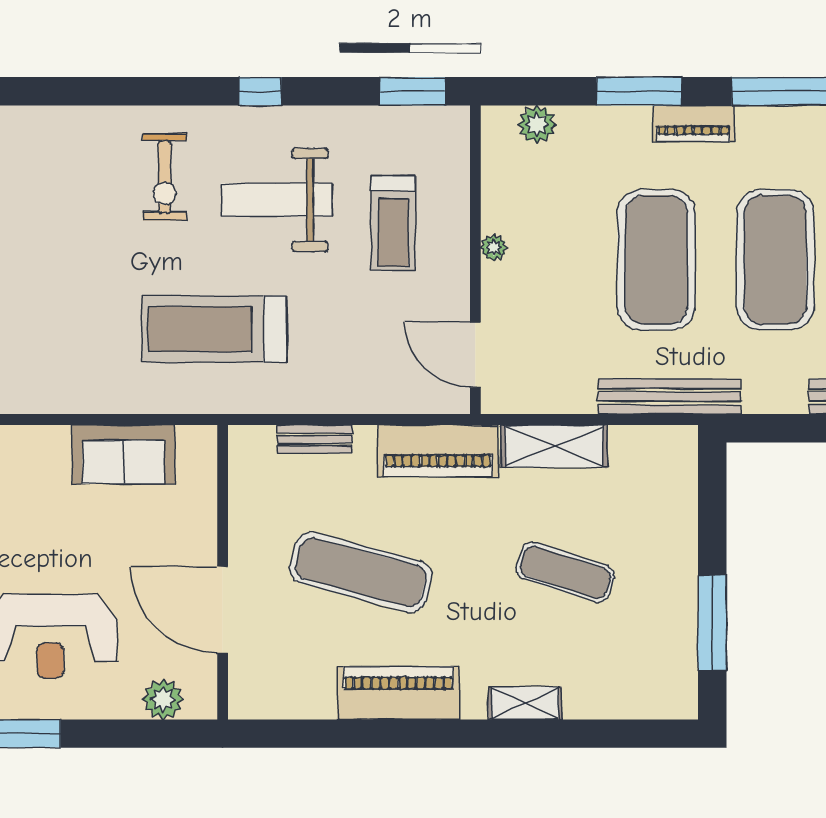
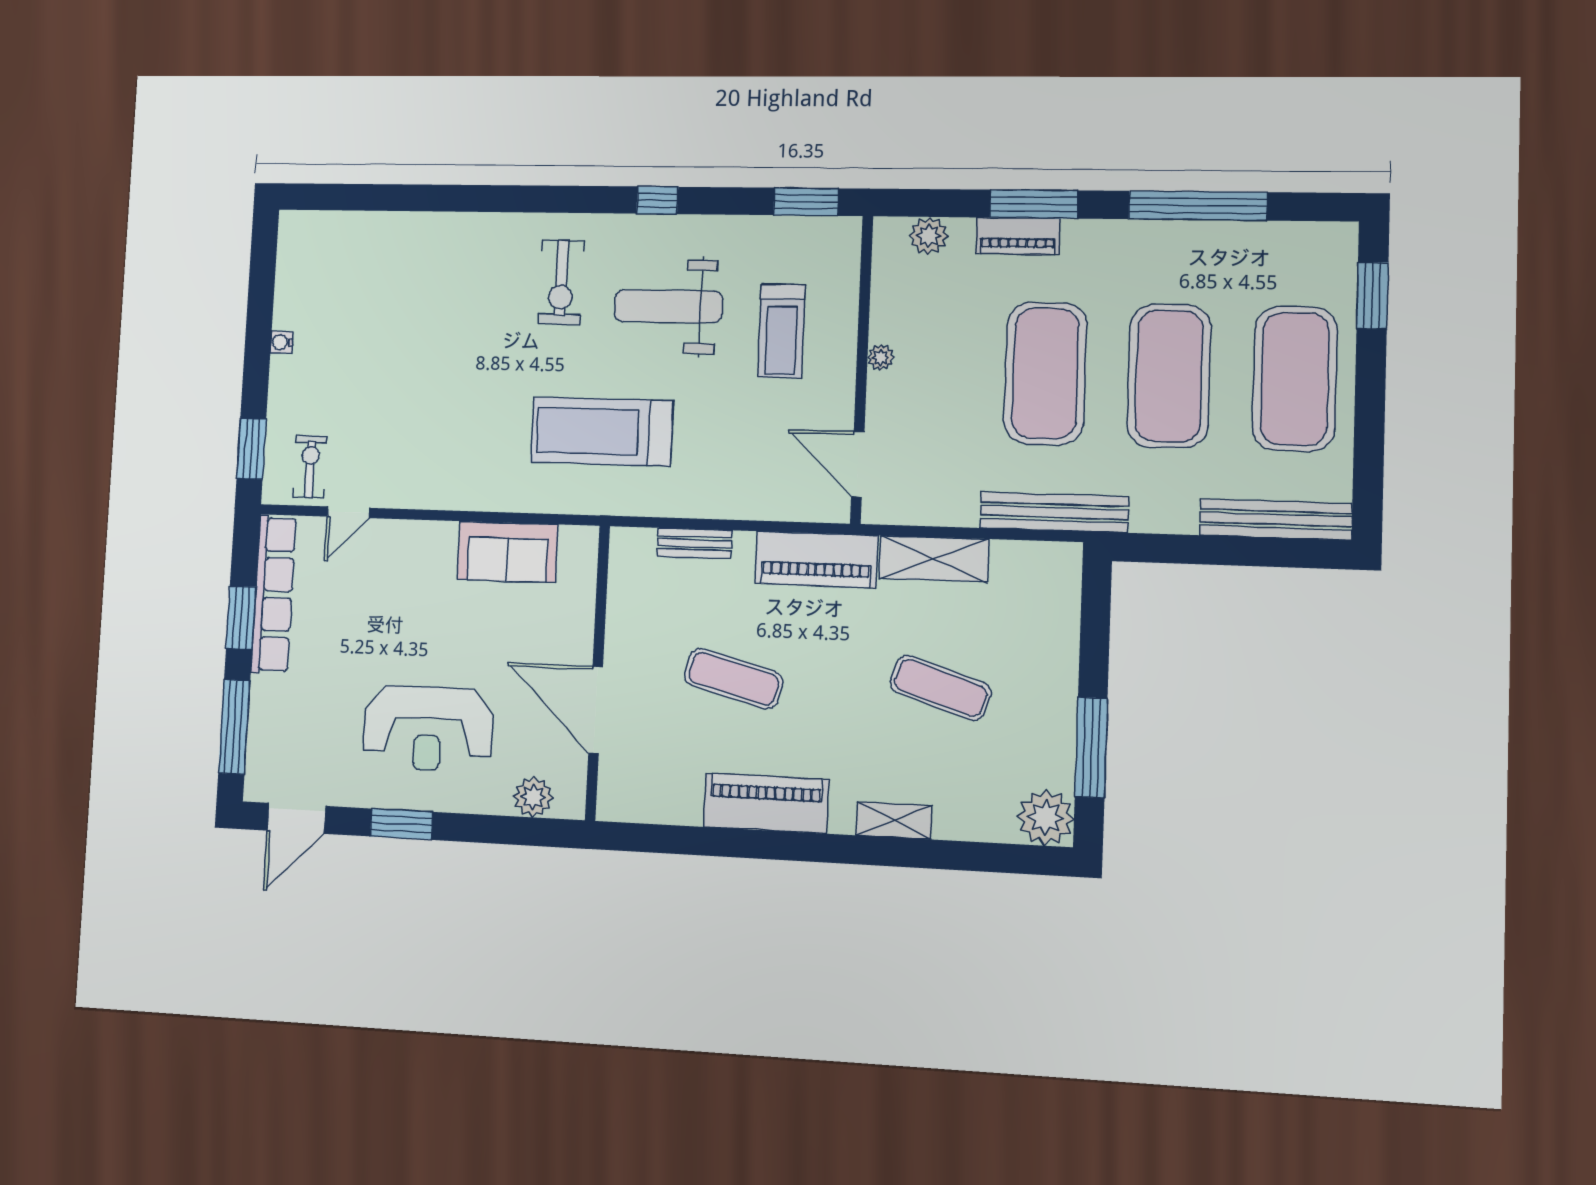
piano: (693, 123) -> (1018, 236), moved
exercise mat: (361, 572) -> (734, 679), width x0.73, depth x0.69
plant: (671, 693) -> (1046, 817), added

